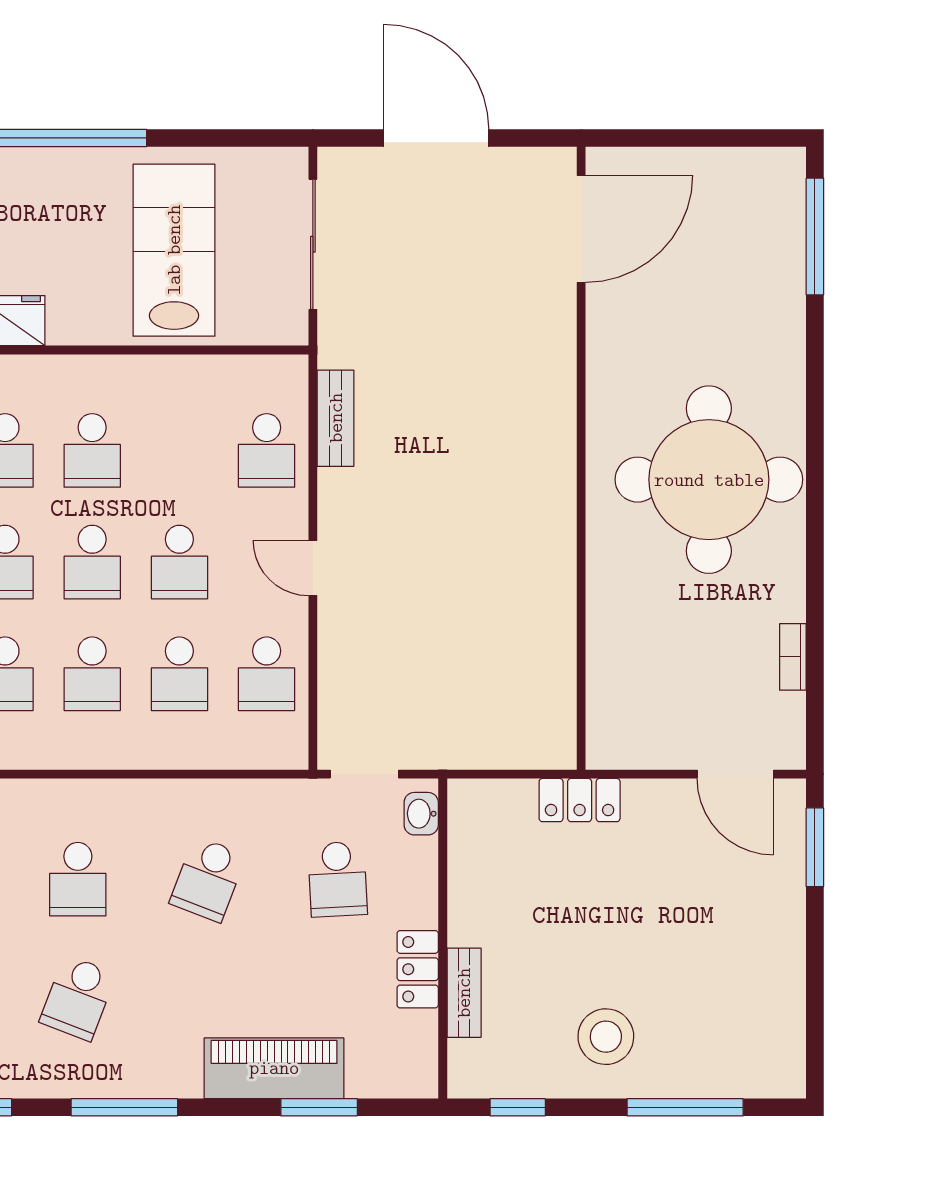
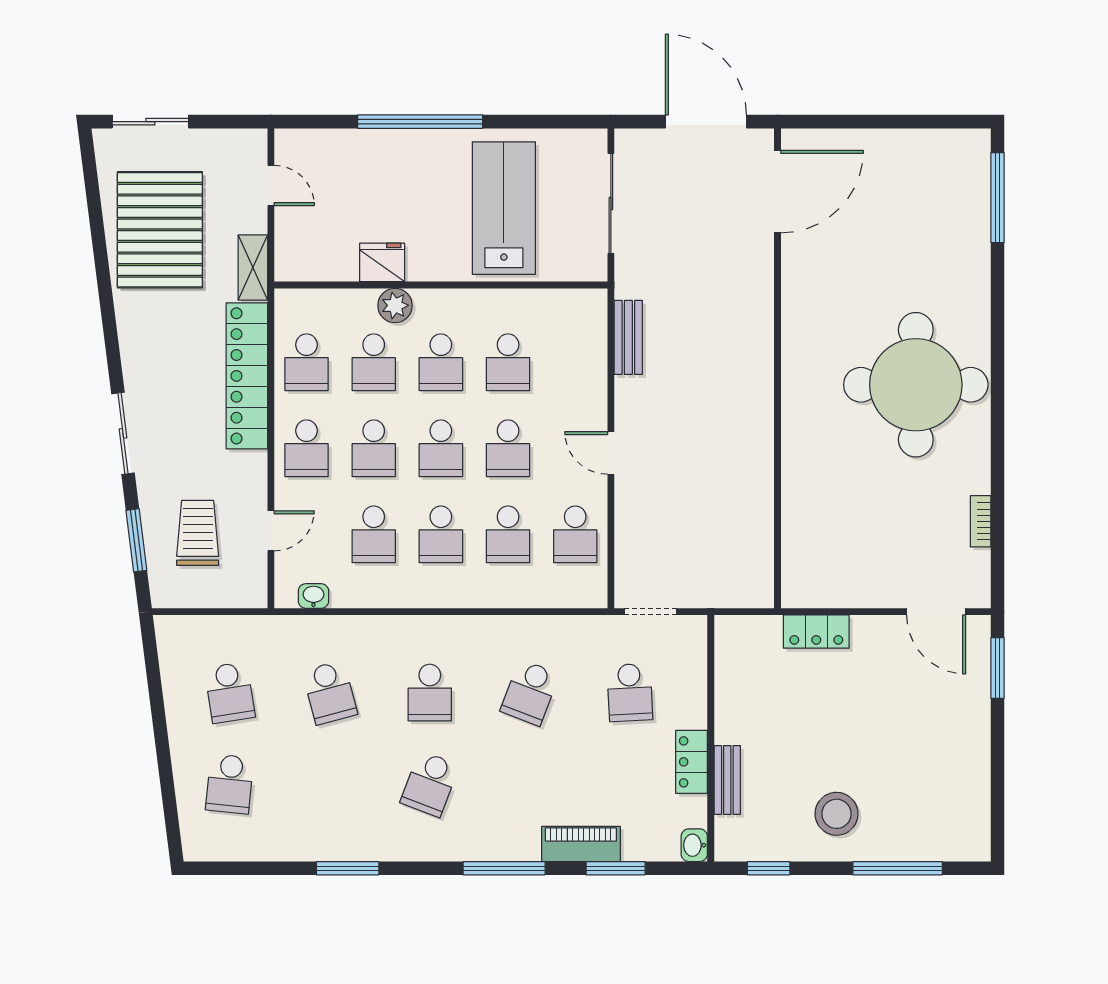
door: (581, 229) -> (777, 192), moved
plant: (33, 377) -> (395, 305), added
school desk: (267, 450) -> (508, 362), moved
wall: (581, 458) -> (777, 368), moved
washbasin: (421, 814) -> (694, 845), moved
piano: (274, 1068) -> (581, 844), width x0.73, depth x0.75
window: (124, 1107) -> (504, 868), moved

